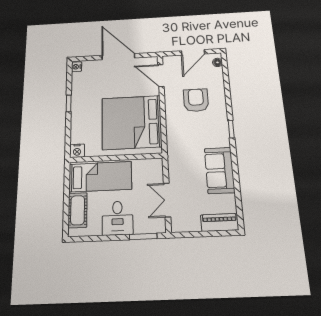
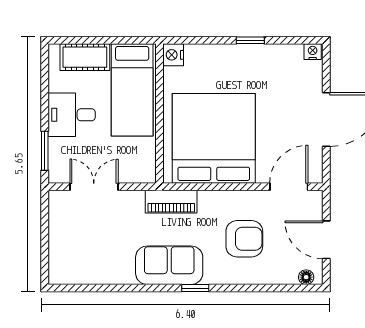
sofa: (220, 170) -> (169, 265), moved
piano: (220, 222) -> (171, 202), moved, turned 90

